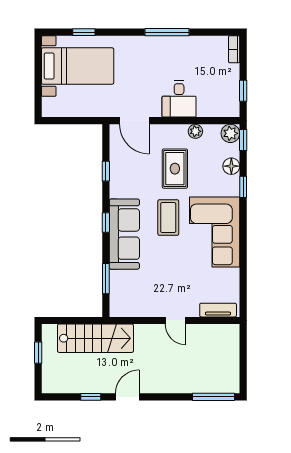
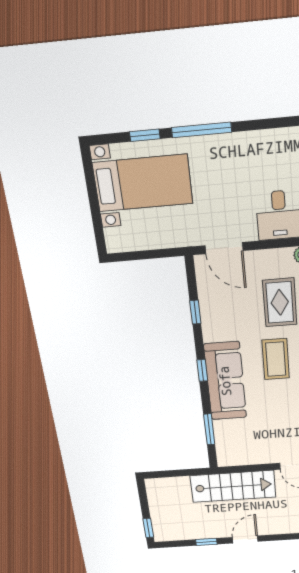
window: (167, 32) -> (202, 130), moved
stairs: (95, 338) -> (233, 486), moved
window: (38, 353) -> (148, 528), moved

